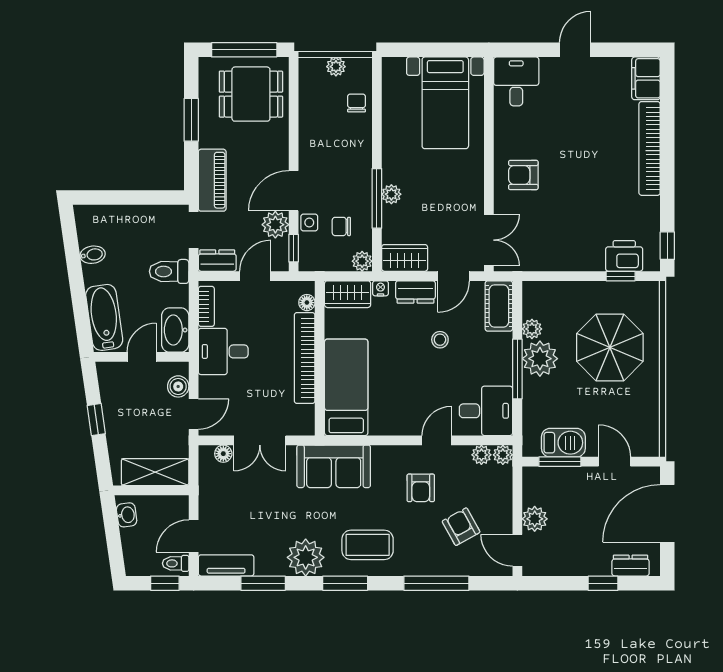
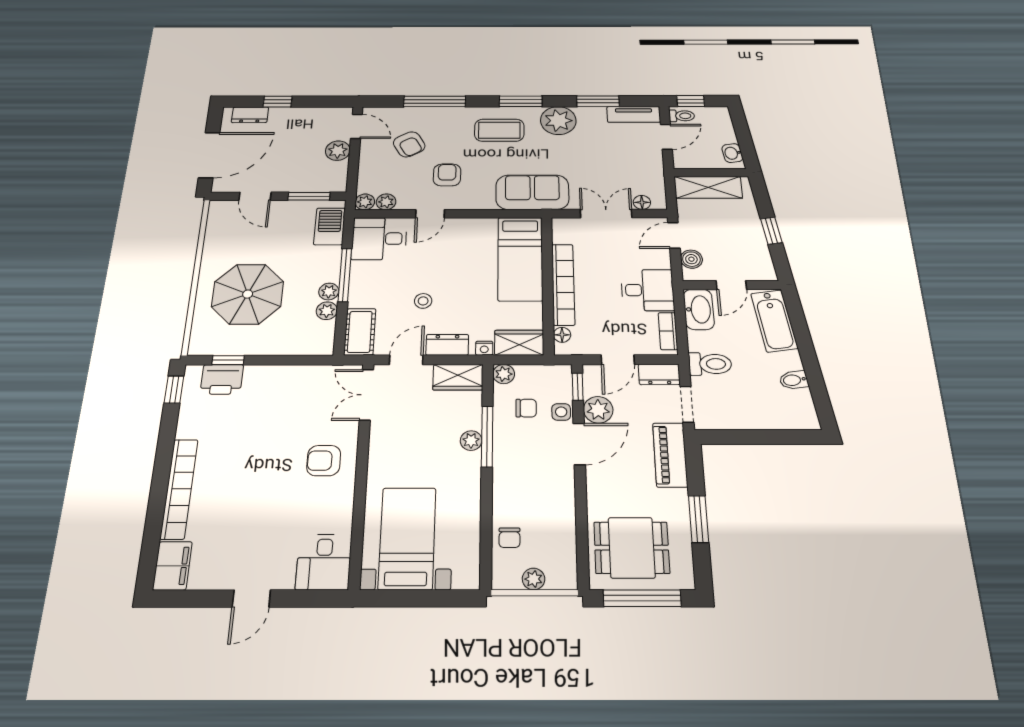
armchair: (523, 175) -> (324, 461), turned 180
plant: (540, 359) -> (329, 292), width x0.53, depth x0.53
barbecue: (563, 443) -> (330, 226), moved, turned 90

